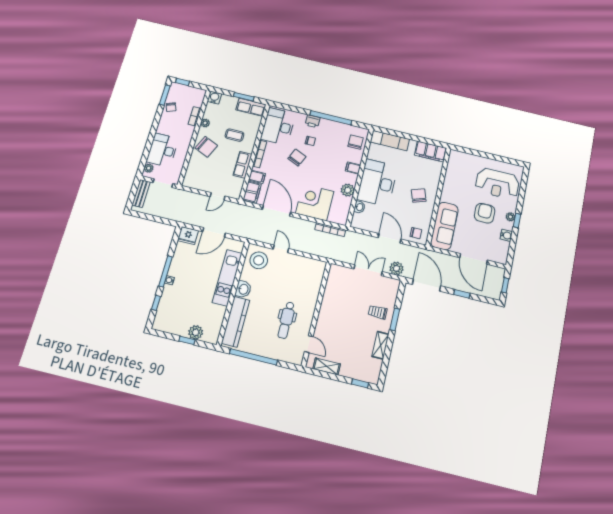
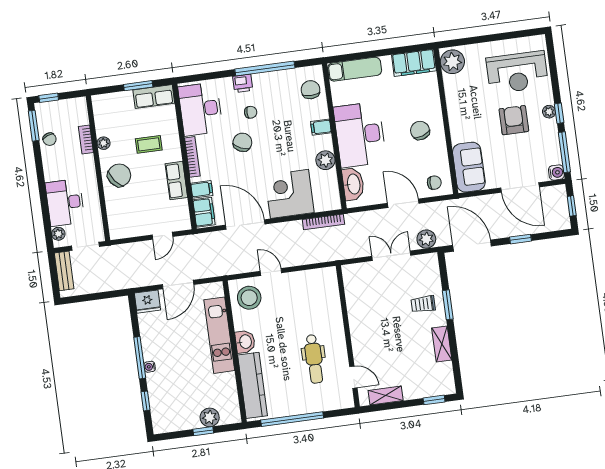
water cooler: (214, 98) -> (100, 103), removed
chair: (206, 147) -> (119, 175), turned -61
plant: (456, 161) -> (452, 62), added
washbasin: (359, 207) -> (353, 184), width x1.91, depth x1.45
sofa: (444, 226) -> (469, 167), width x0.73
water cooler: (506, 235) -> (556, 173), moved
window: (512, 247) -> (564, 152), added

